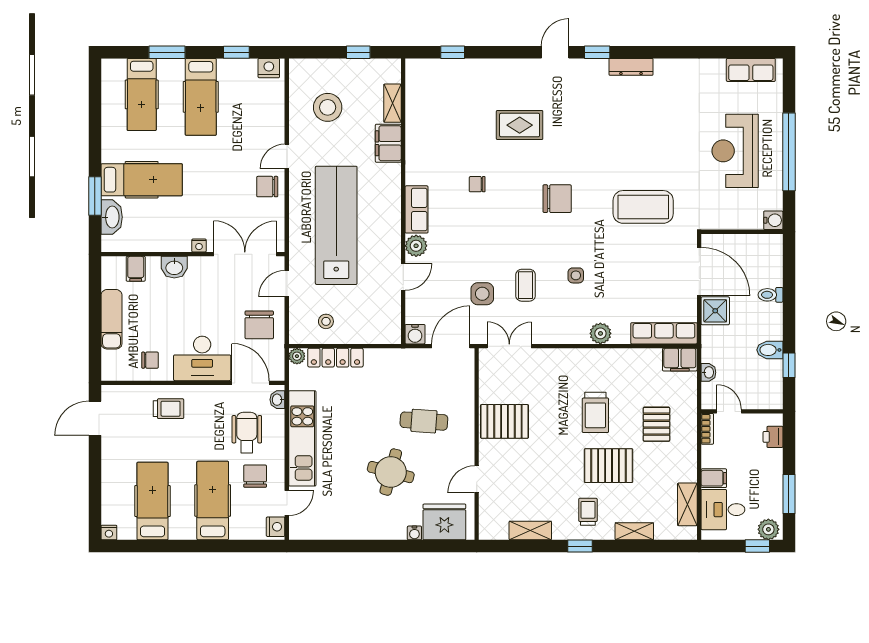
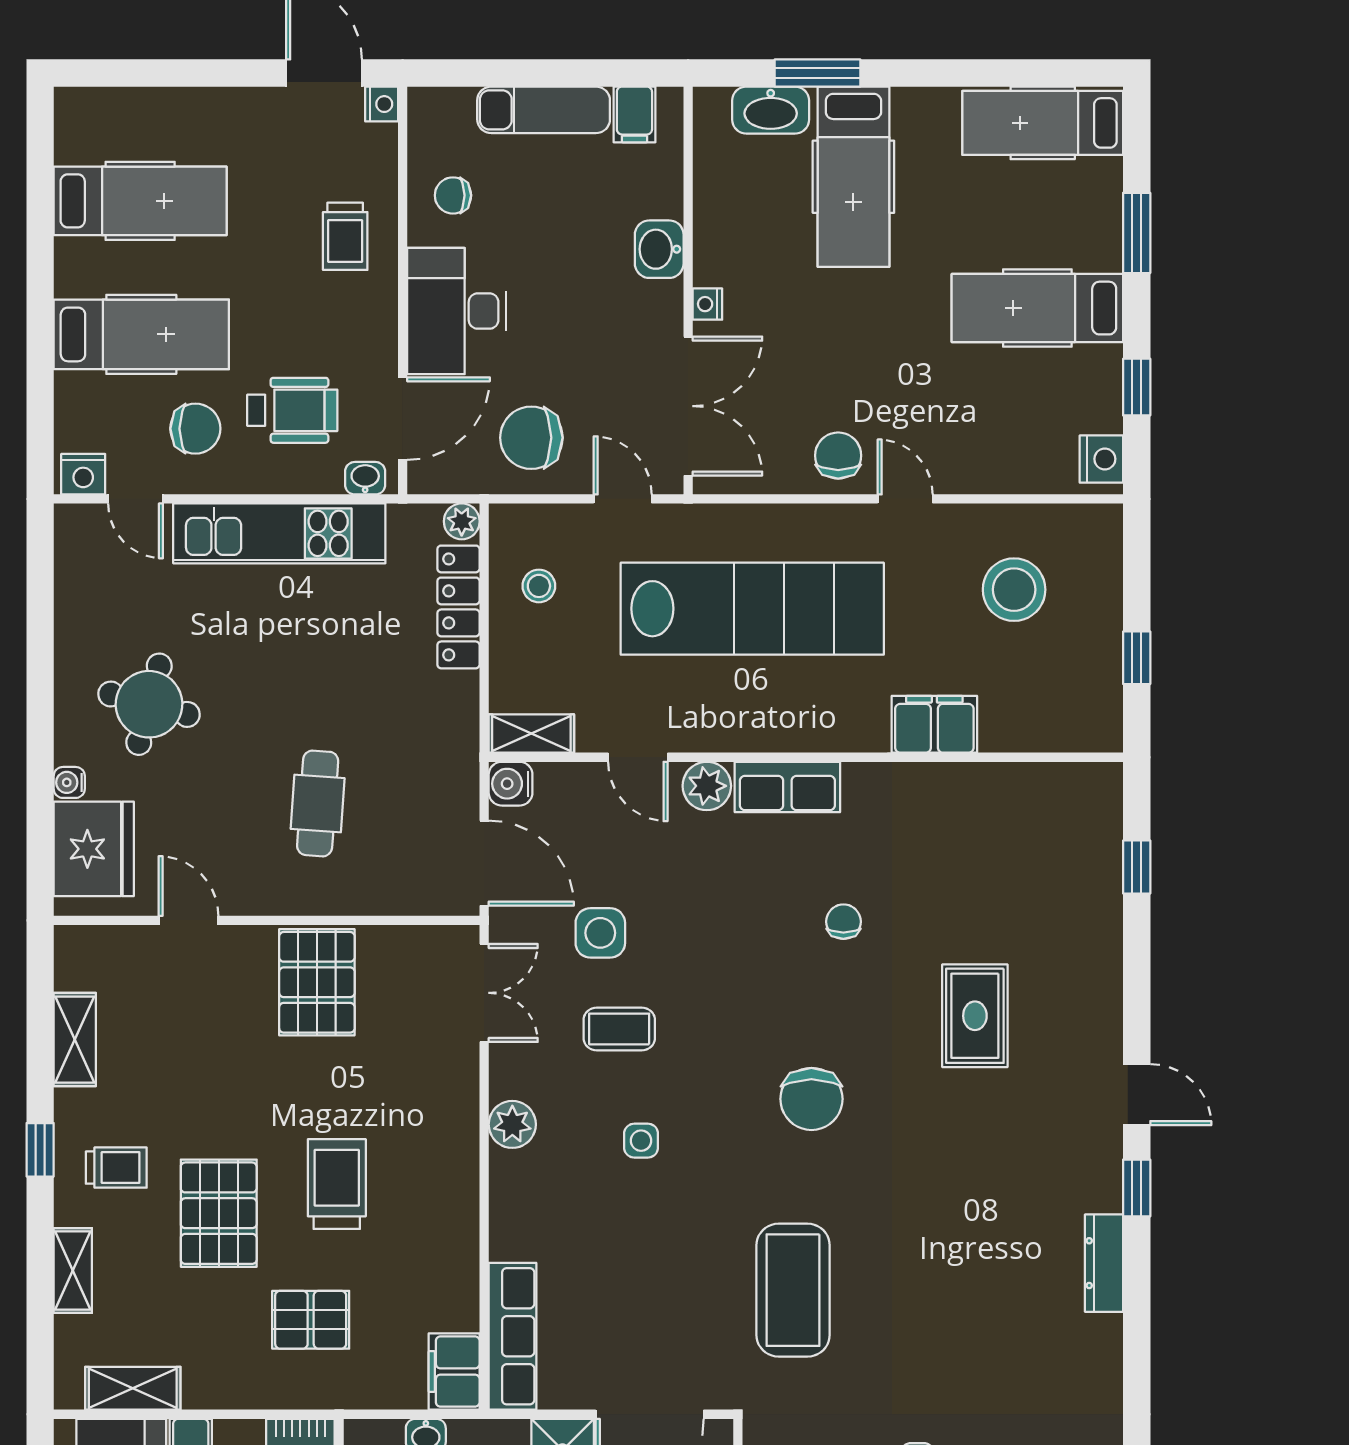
hospital bed: (142, 94) -> (1043, 123), moved
shelving: (392, 103) -> (531, 733), moved
filing cabinet: (136, 269) -> (634, 114), moved, turned -90
plant: (600, 333) -> (512, 1124), moved
chair: (150, 360) -> (453, 195), turned 90
trolley: (595, 412) -> (337, 1184), turned 90
round table: (391, 472) -> (149, 704), moved
nightstand: (109, 533) -> (382, 104), moved, turned 180

